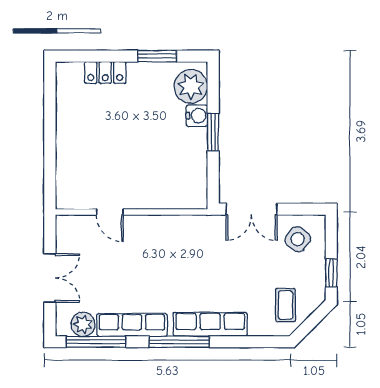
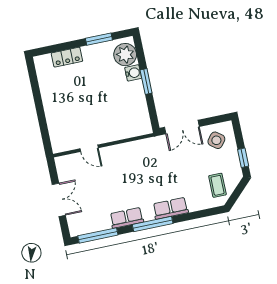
plant: (83, 324) -> (87, 226), removed
row of seats: (210, 324) -> (171, 208), width x0.68
row of seats: (132, 325) -> (127, 218), width x0.68

